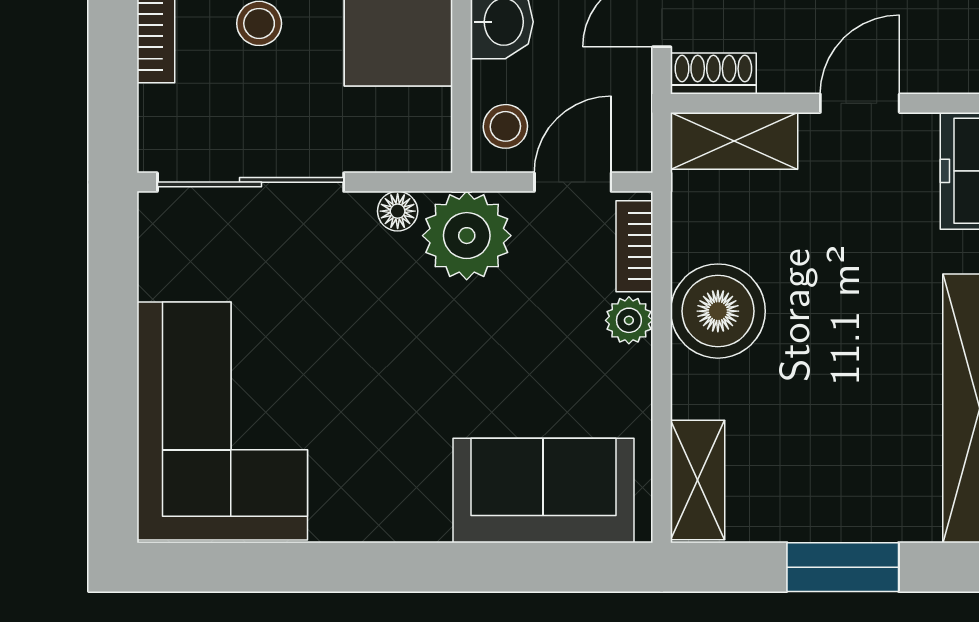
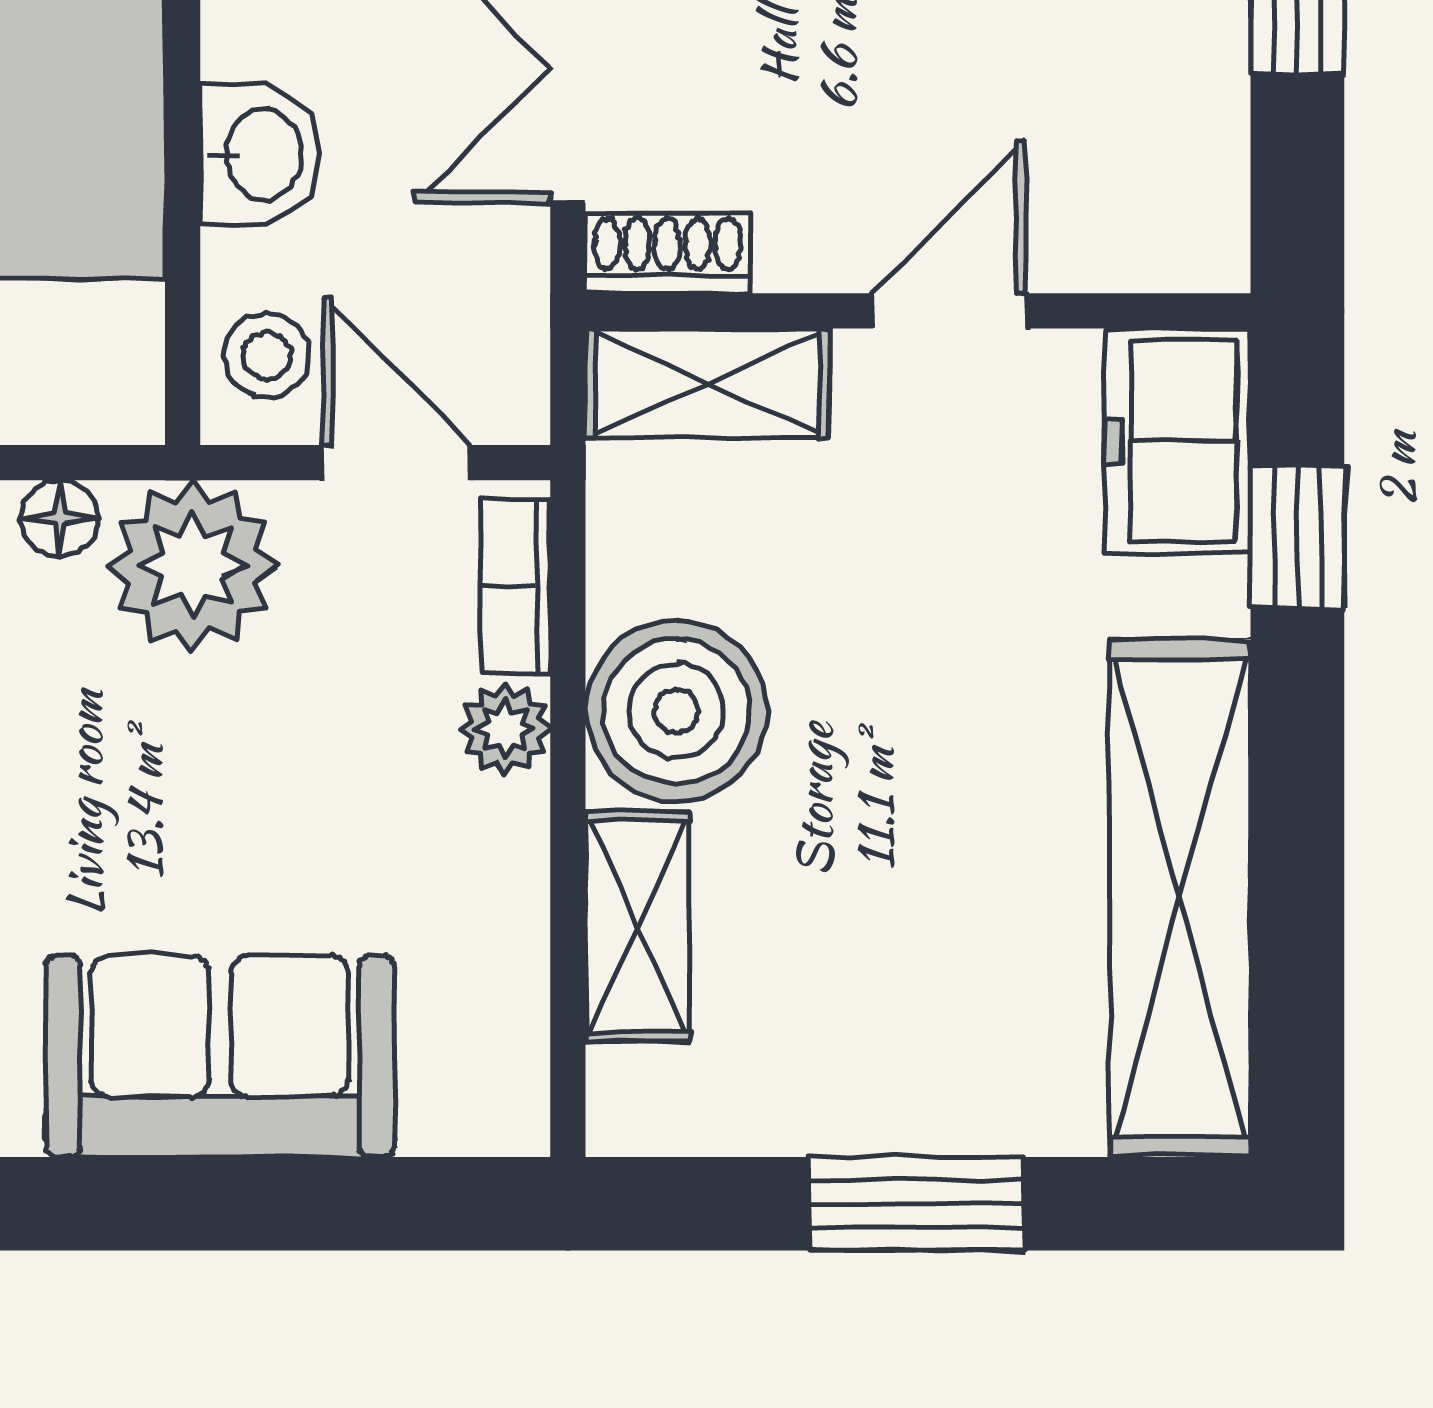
door: (573, 182) -> (397, 463), hinge flipped
shelving: (698, 480) -> (637, 926), moved
sofa: (543, 491) -> (220, 1056), moved

